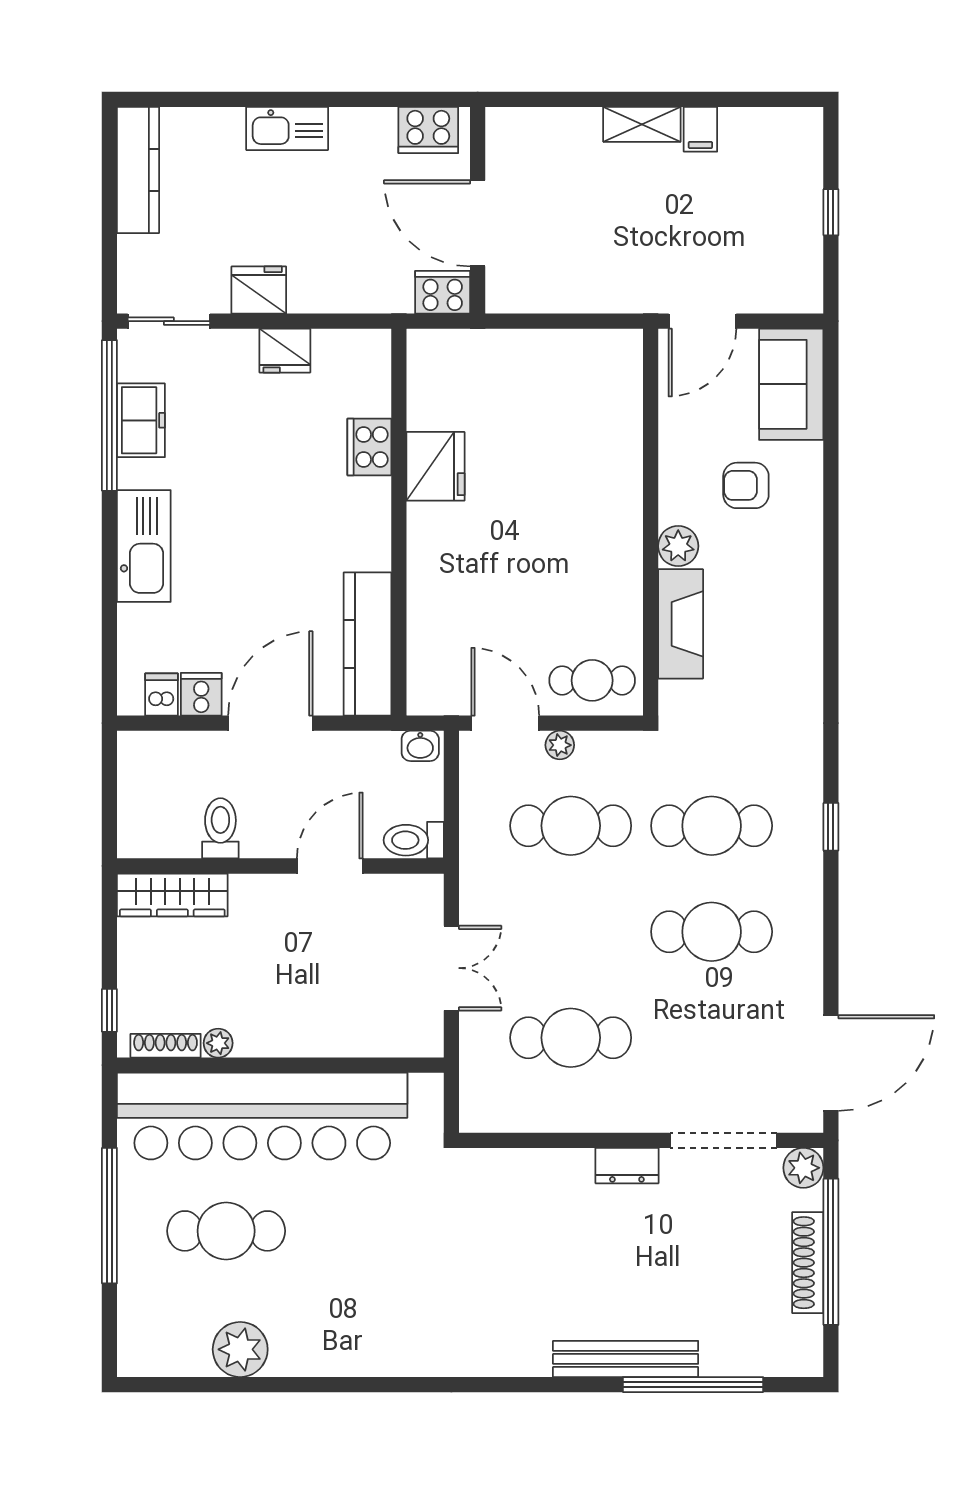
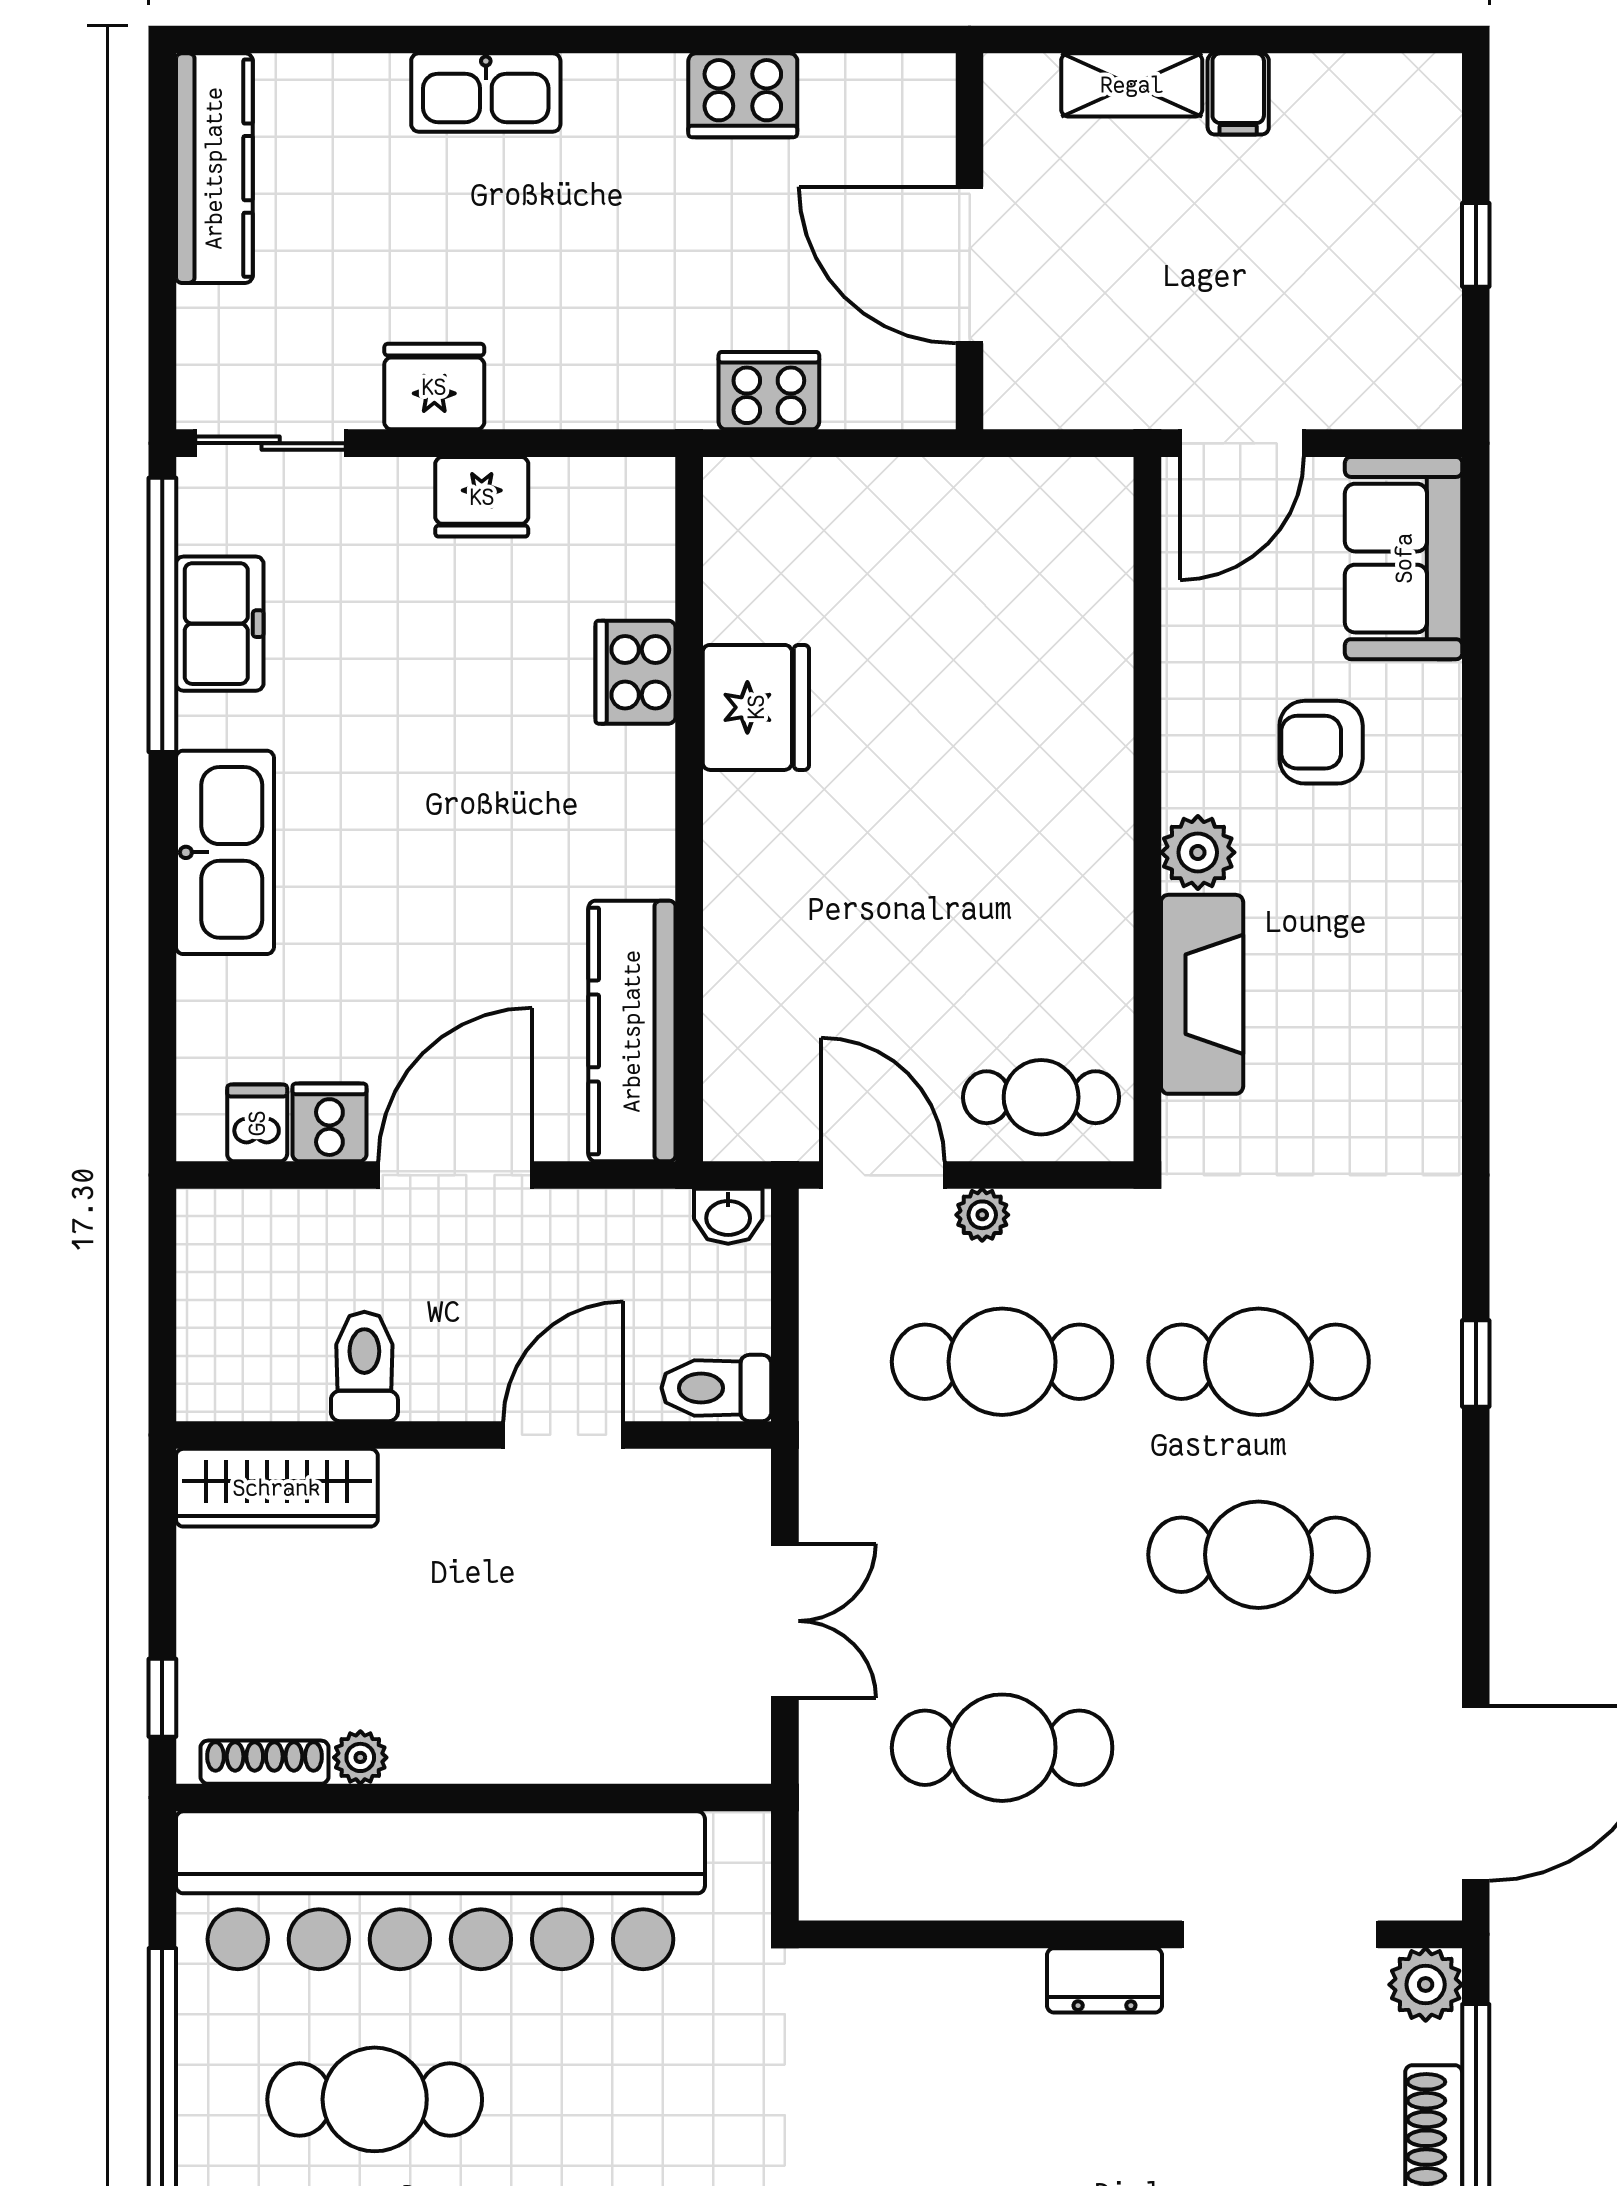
wall: (478, 210) -> (970, 241), moved
door: (478, 223) -> (970, 265), moved

